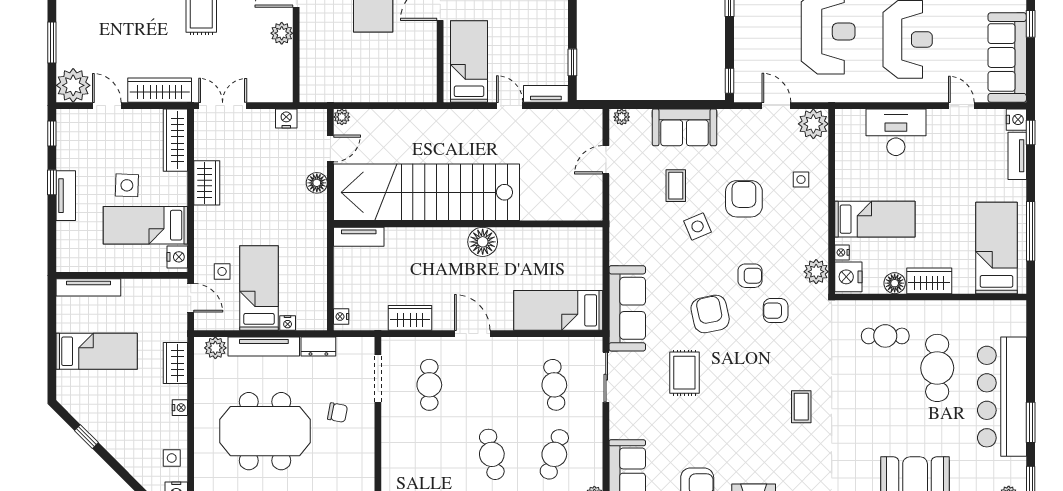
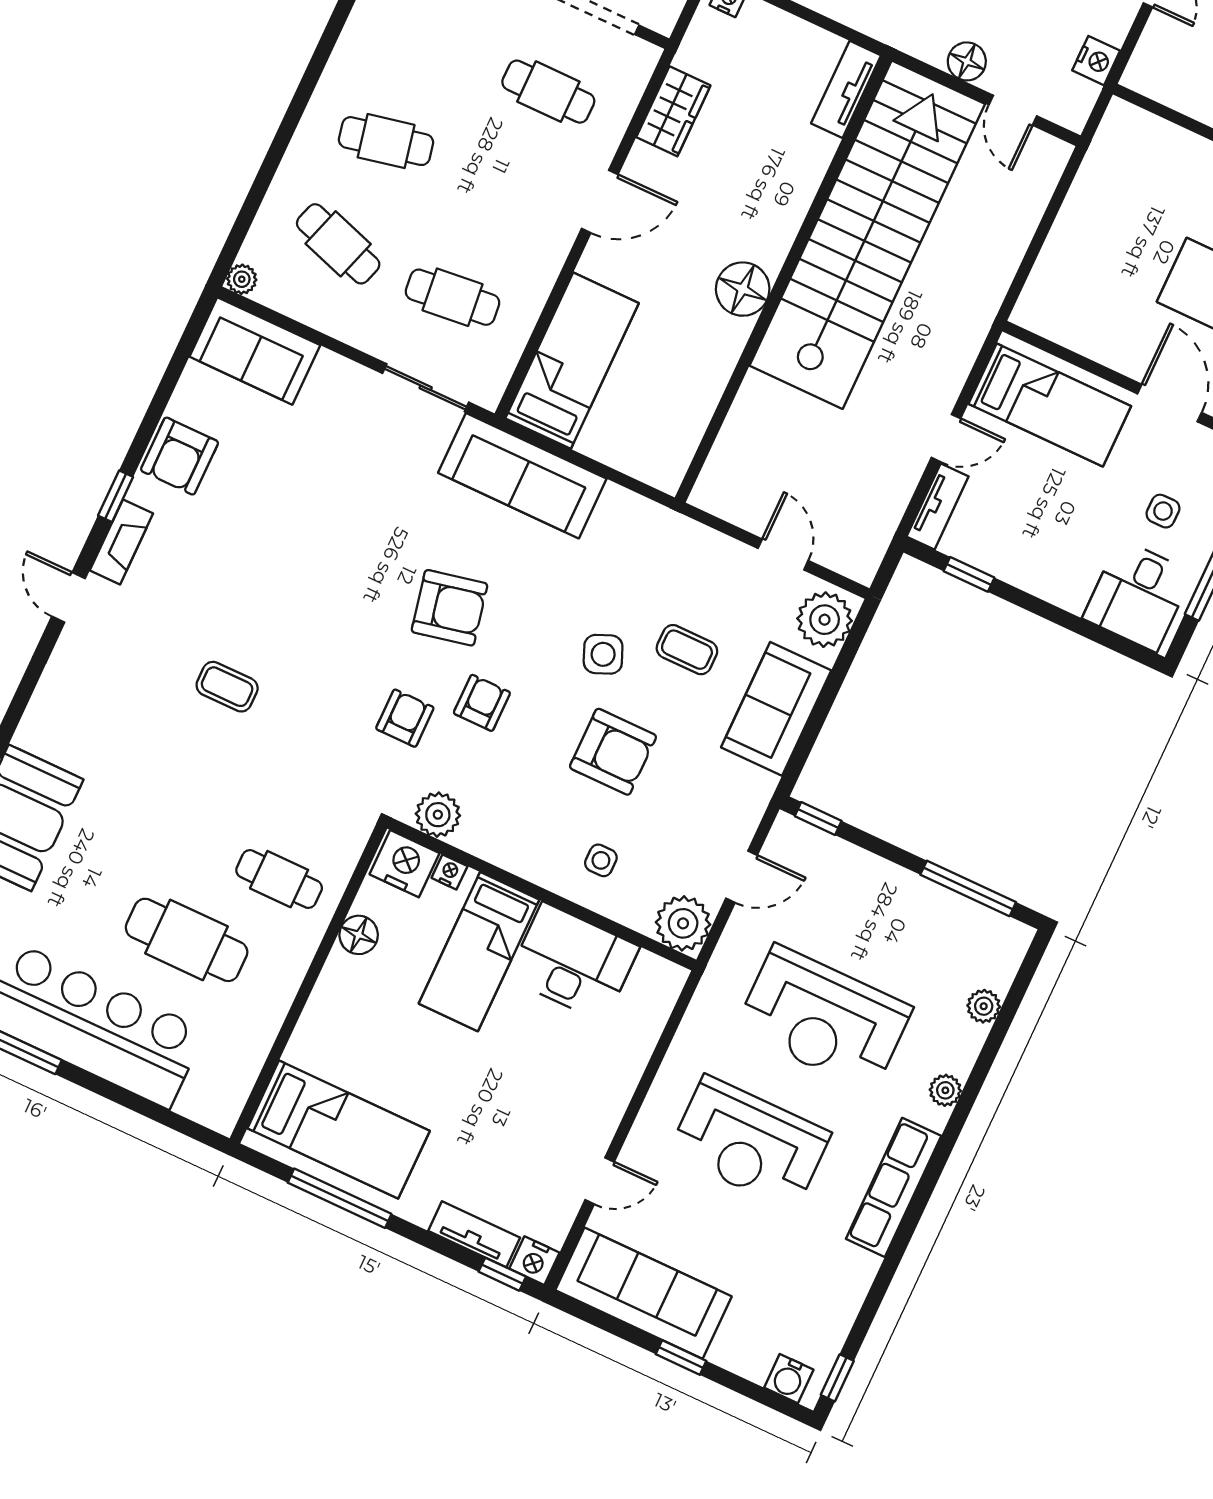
plant: (342, 117) -> (1056, 153), removed
plant: (622, 117) -> (825, 620), width x1.87, depth x1.87
desk: (896, 132) -> (573, 962), moved, turned -90
armchair: (750, 276) -> (482, 703), turned 180
wardrobe: (929, 281) -> (336, 994), removed
cafe table: (885, 336) -> (279, 879), turned 90
rug: (684, 373) -> (373, 521), removed

